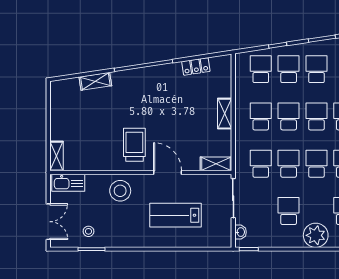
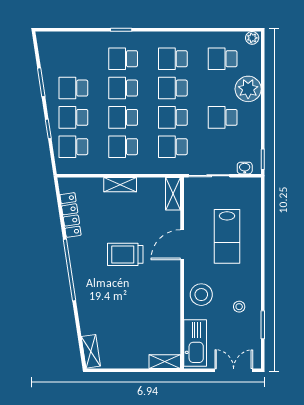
locker: (196, 66) -> (71, 215), width x1.53
shelving: (95, 81) -> (91, 351), moved
trolley: (134, 145) -> (125, 254), moved
kitchen sink: (68, 183) -> (195, 343), width x1.36, depth x1.24
stool: (88, 231) -> (239, 307), moved

